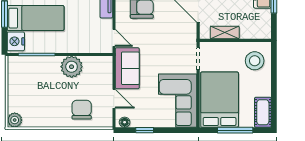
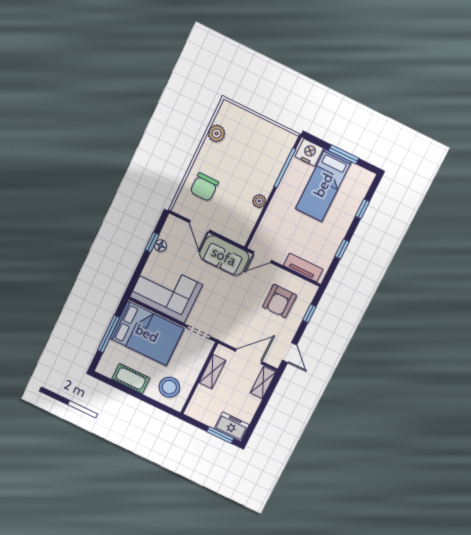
plant: (72, 67) -> (259, 201), width x0.53, depth x0.53
door: (114, 99) -> (199, 226), hinge flipped
chair: (82, 110) -> (204, 187), turned 90
cot: (263, 112) -> (131, 378), moved
plant: (15, 120) -> (217, 133), moved
floor lamp: (125, 122) -> (160, 246), moved

